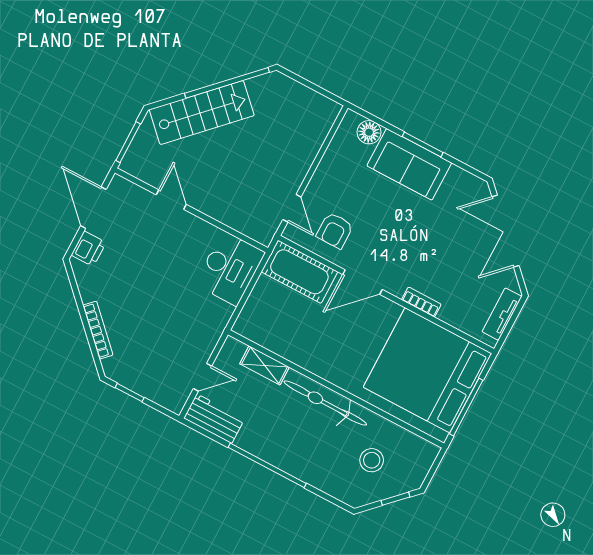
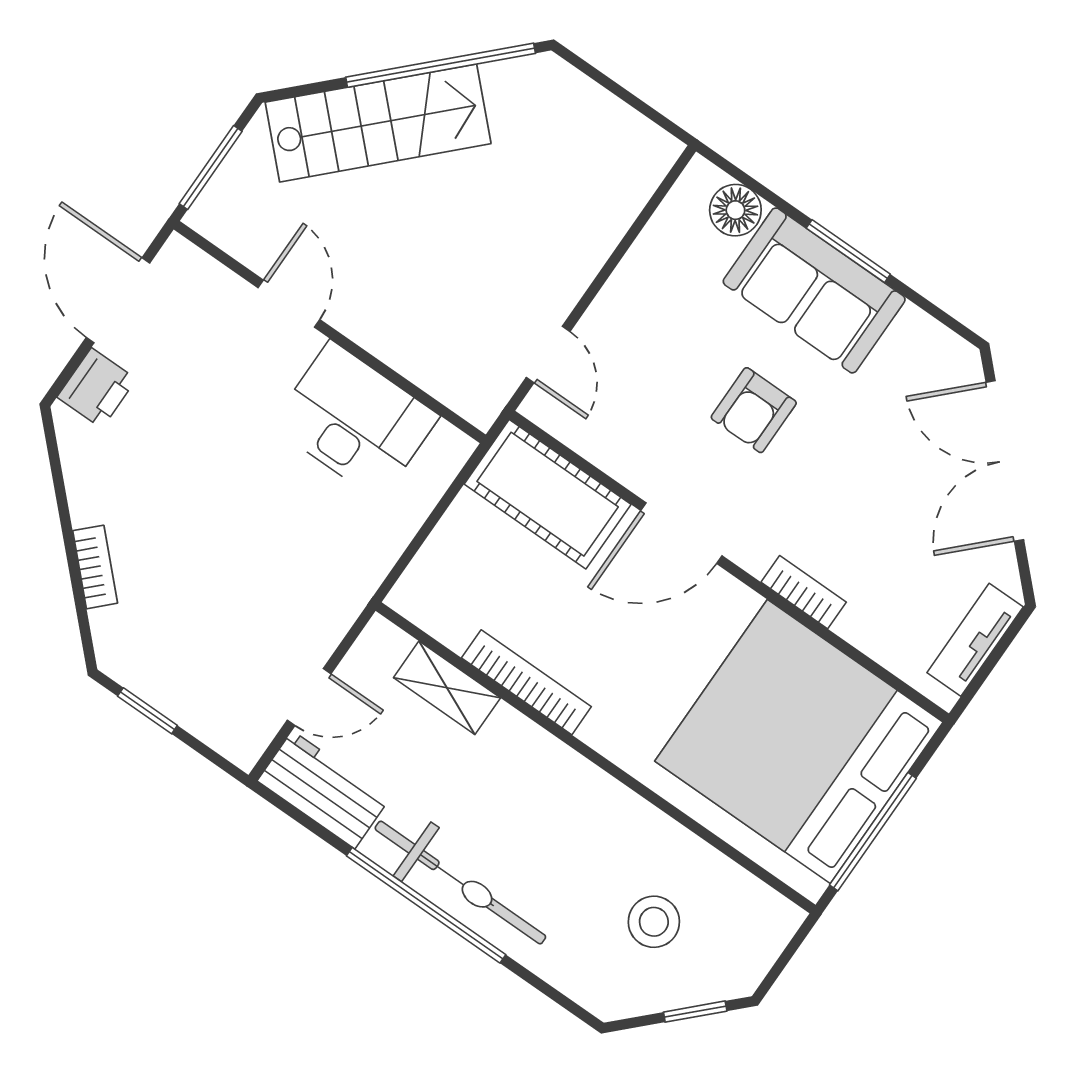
armchair: (335, 231) -> (754, 410), moved
desk: (230, 268) -> (355, 421), moved, turned -90
bookcase: (98, 330) -> (95, 567), width x0.64
bookcase: (300, 358) -> (526, 682), added
bicycle: (325, 403) -> (460, 883), moved, turned 180

